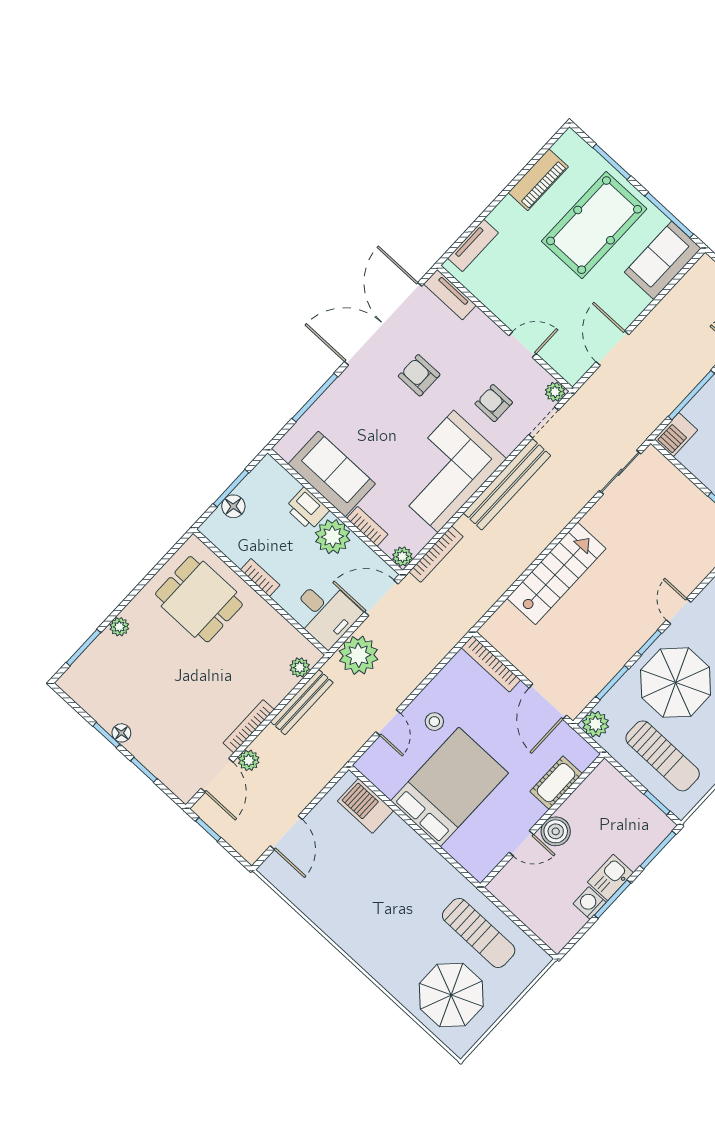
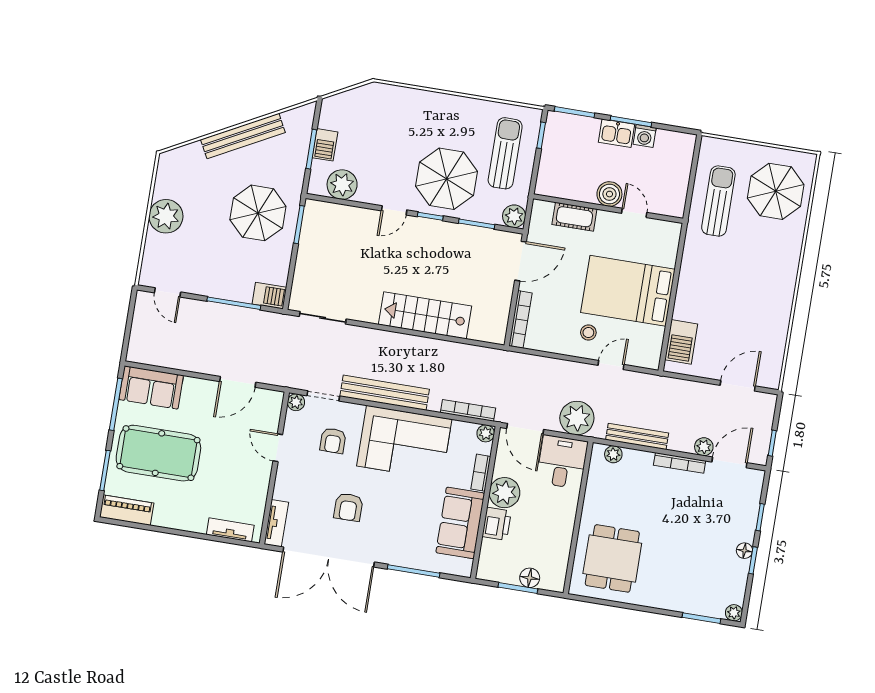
piano: (538, 180) -> (127, 510), moved
bookcase: (260, 577) -> (568, 525), removed
plant: (119, 627) -> (734, 613), moved

